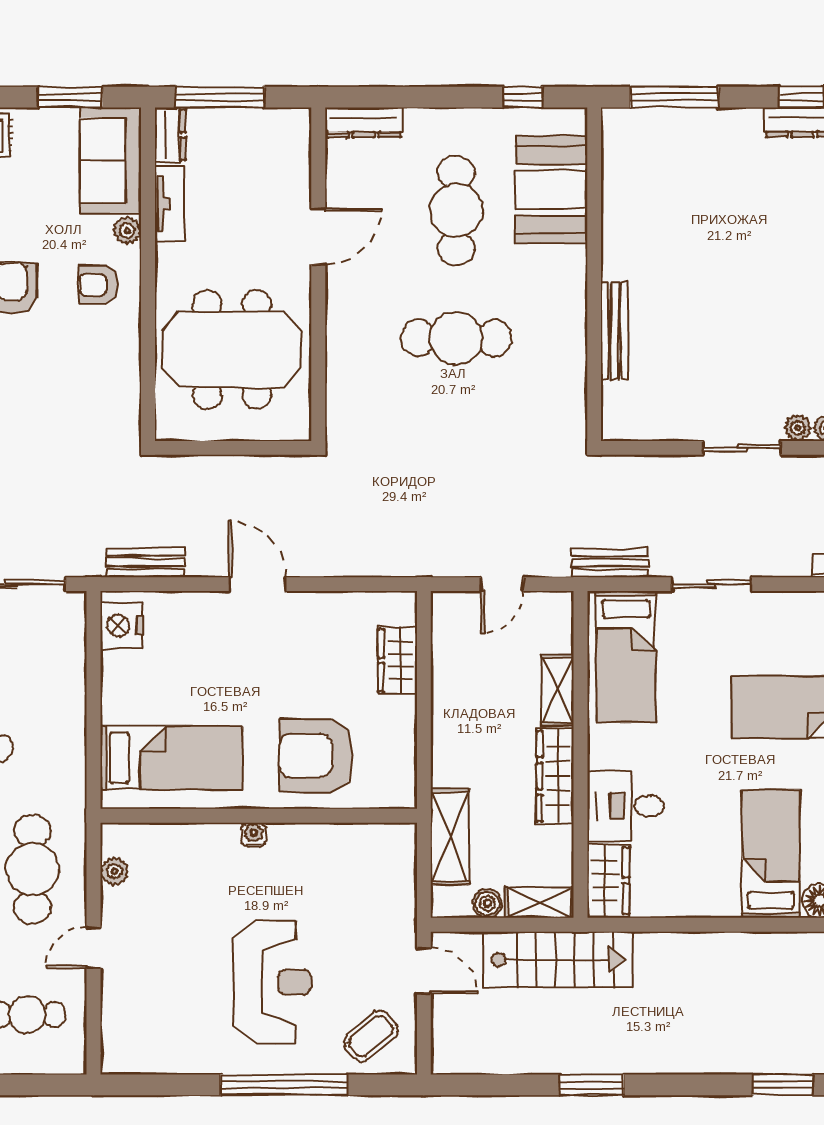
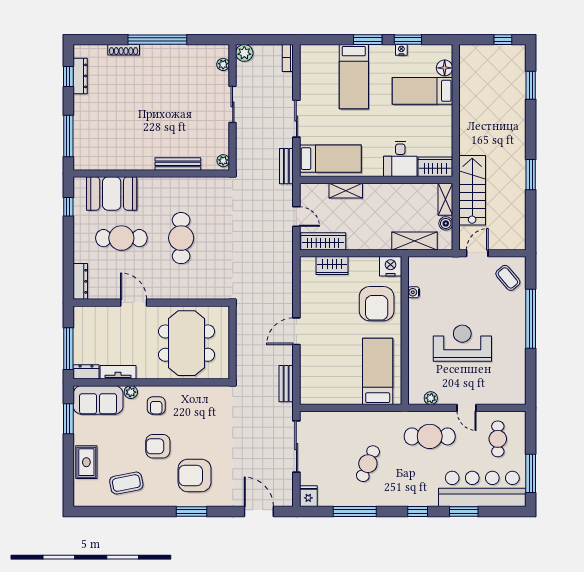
plant: (798, 428) -> (223, 161), moved
nightstand: (121, 625) -> (391, 266), moved, turned 180
wardrobe: (555, 776) -> (323, 241), moved, turned 180
water cooler: (254, 835) -> (414, 292), moved
reception desk: (272, 982) -> (462, 343), moved

